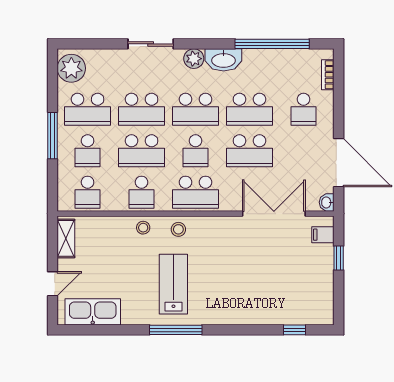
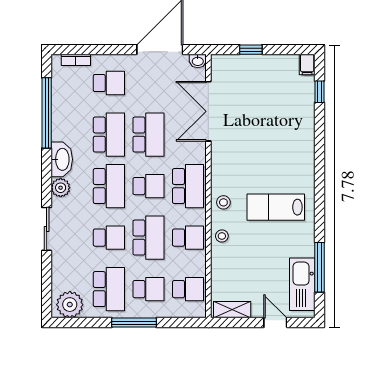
school desk: (142, 109) -> (109, 238), width x0.54
filing cabinet: (323, 235) -> (307, 65), moved
window: (176, 330) -> (319, 267), moved

